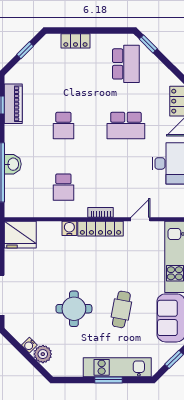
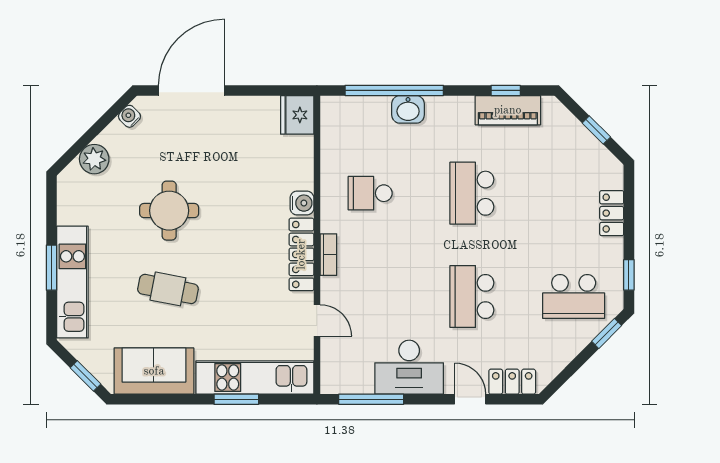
window: (113, 30) -> (629, 275), added
school desk: (63, 125) -> (472, 193), width x1.85
fridge: (20, 235) -> (297, 115), width x0.73, depth x0.75
water cooler: (29, 345) -> (129, 116), moved

